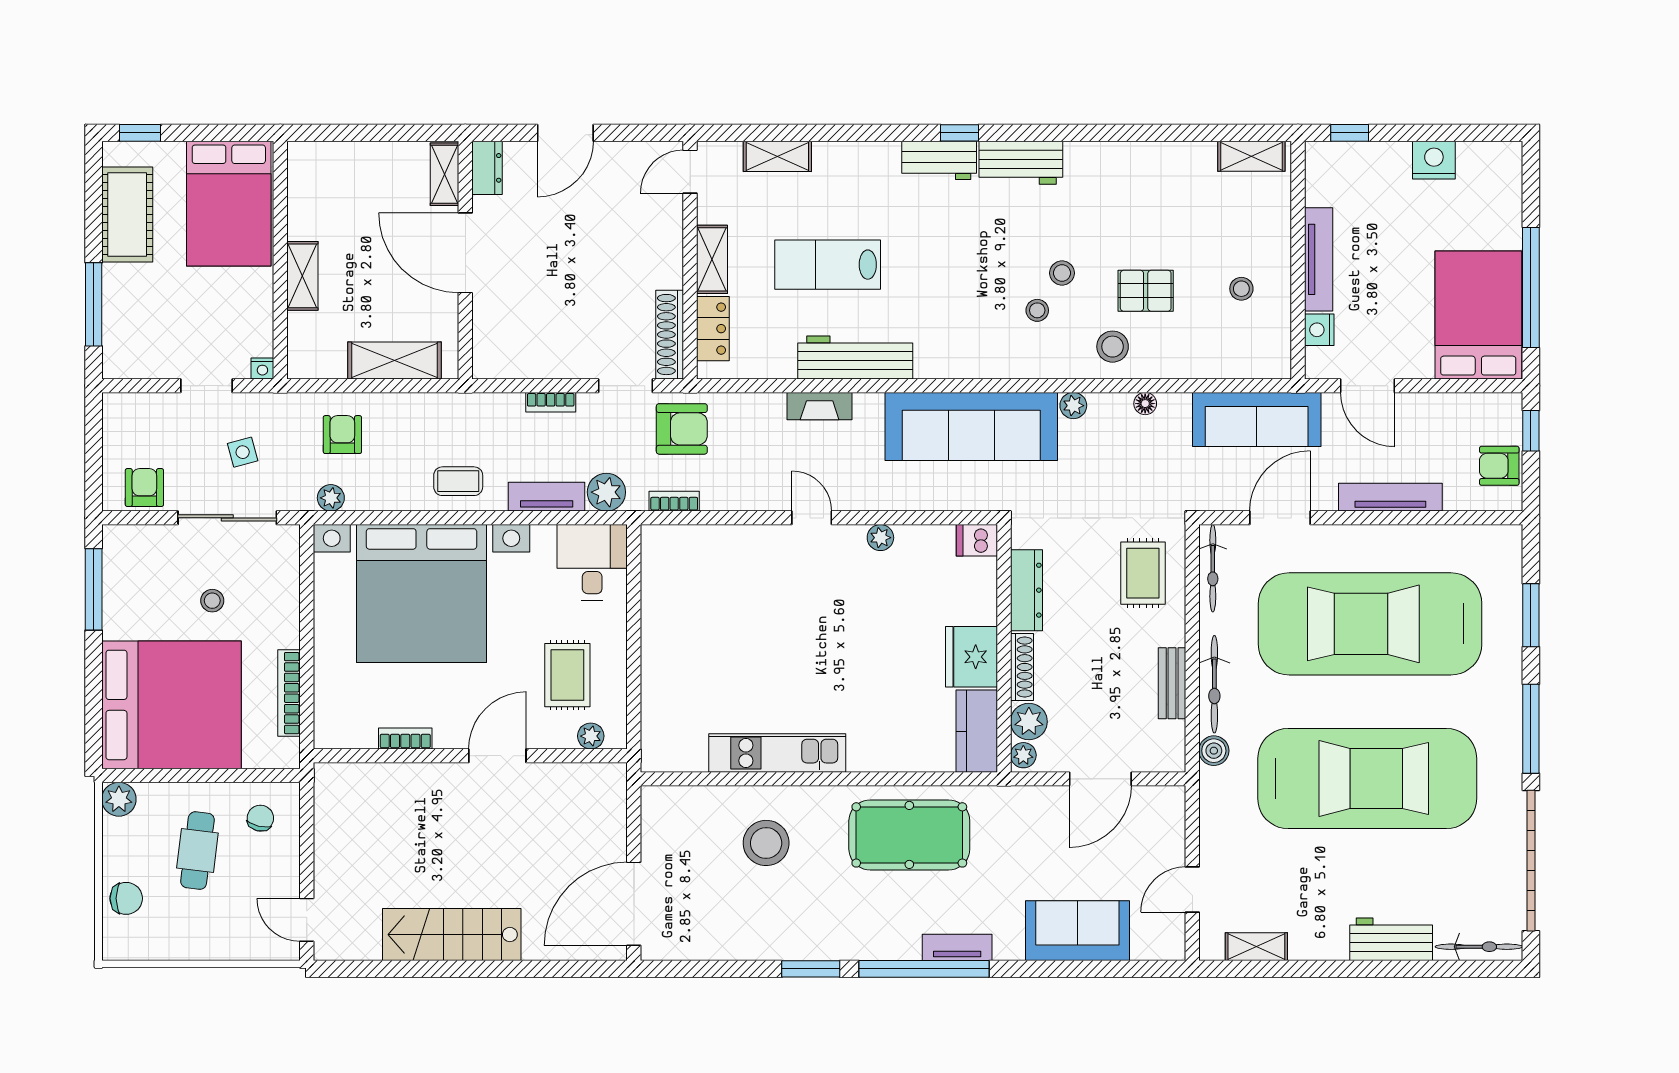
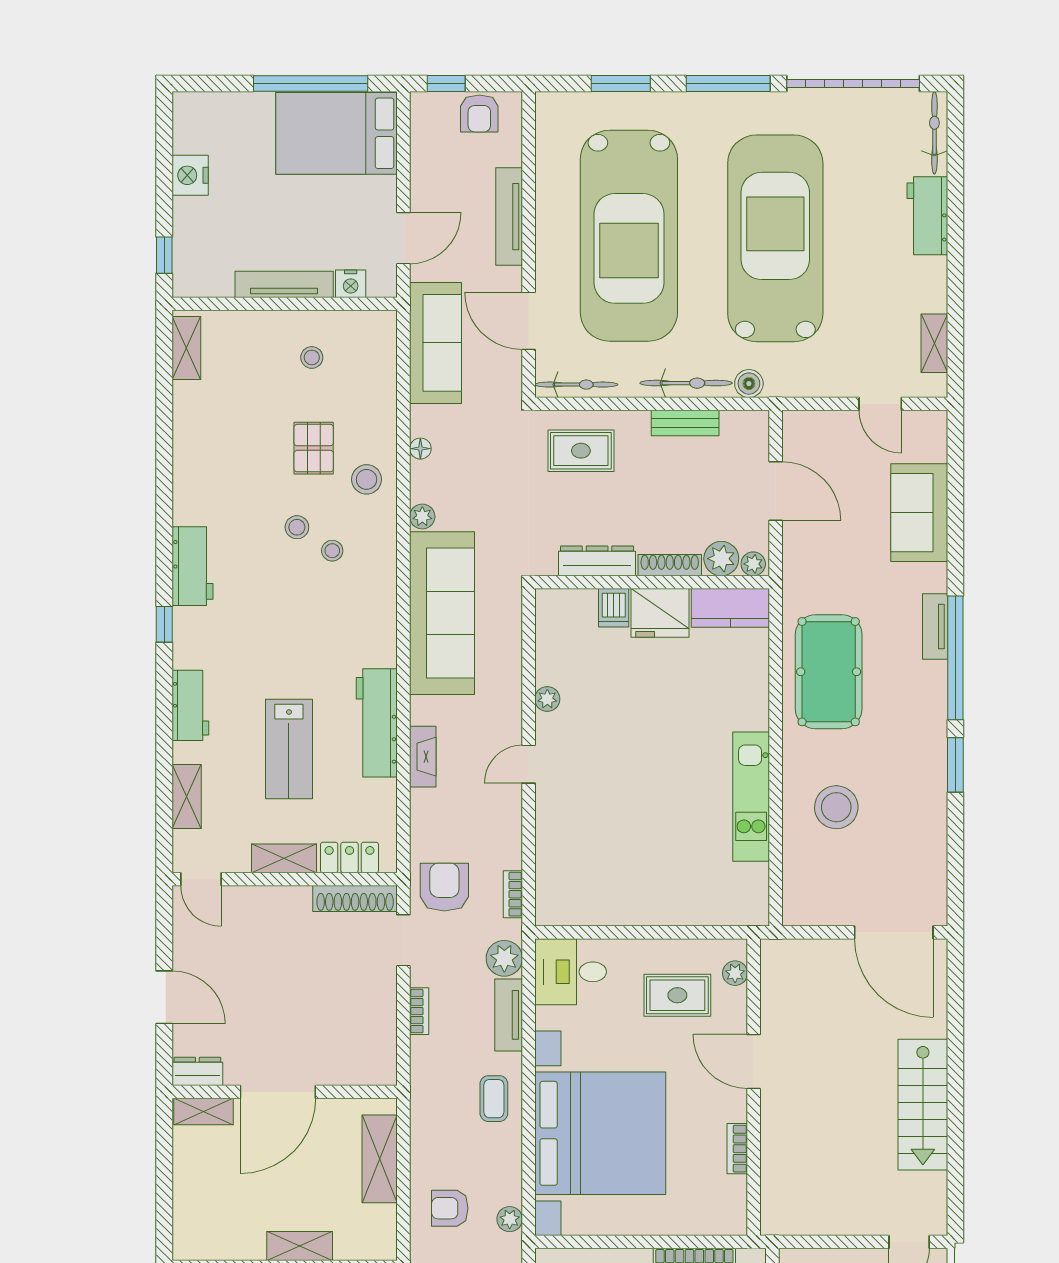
workbench: (939, 160) -> (190, 705), moved
dishwasher: (977, 540) -> (614, 608), moved

